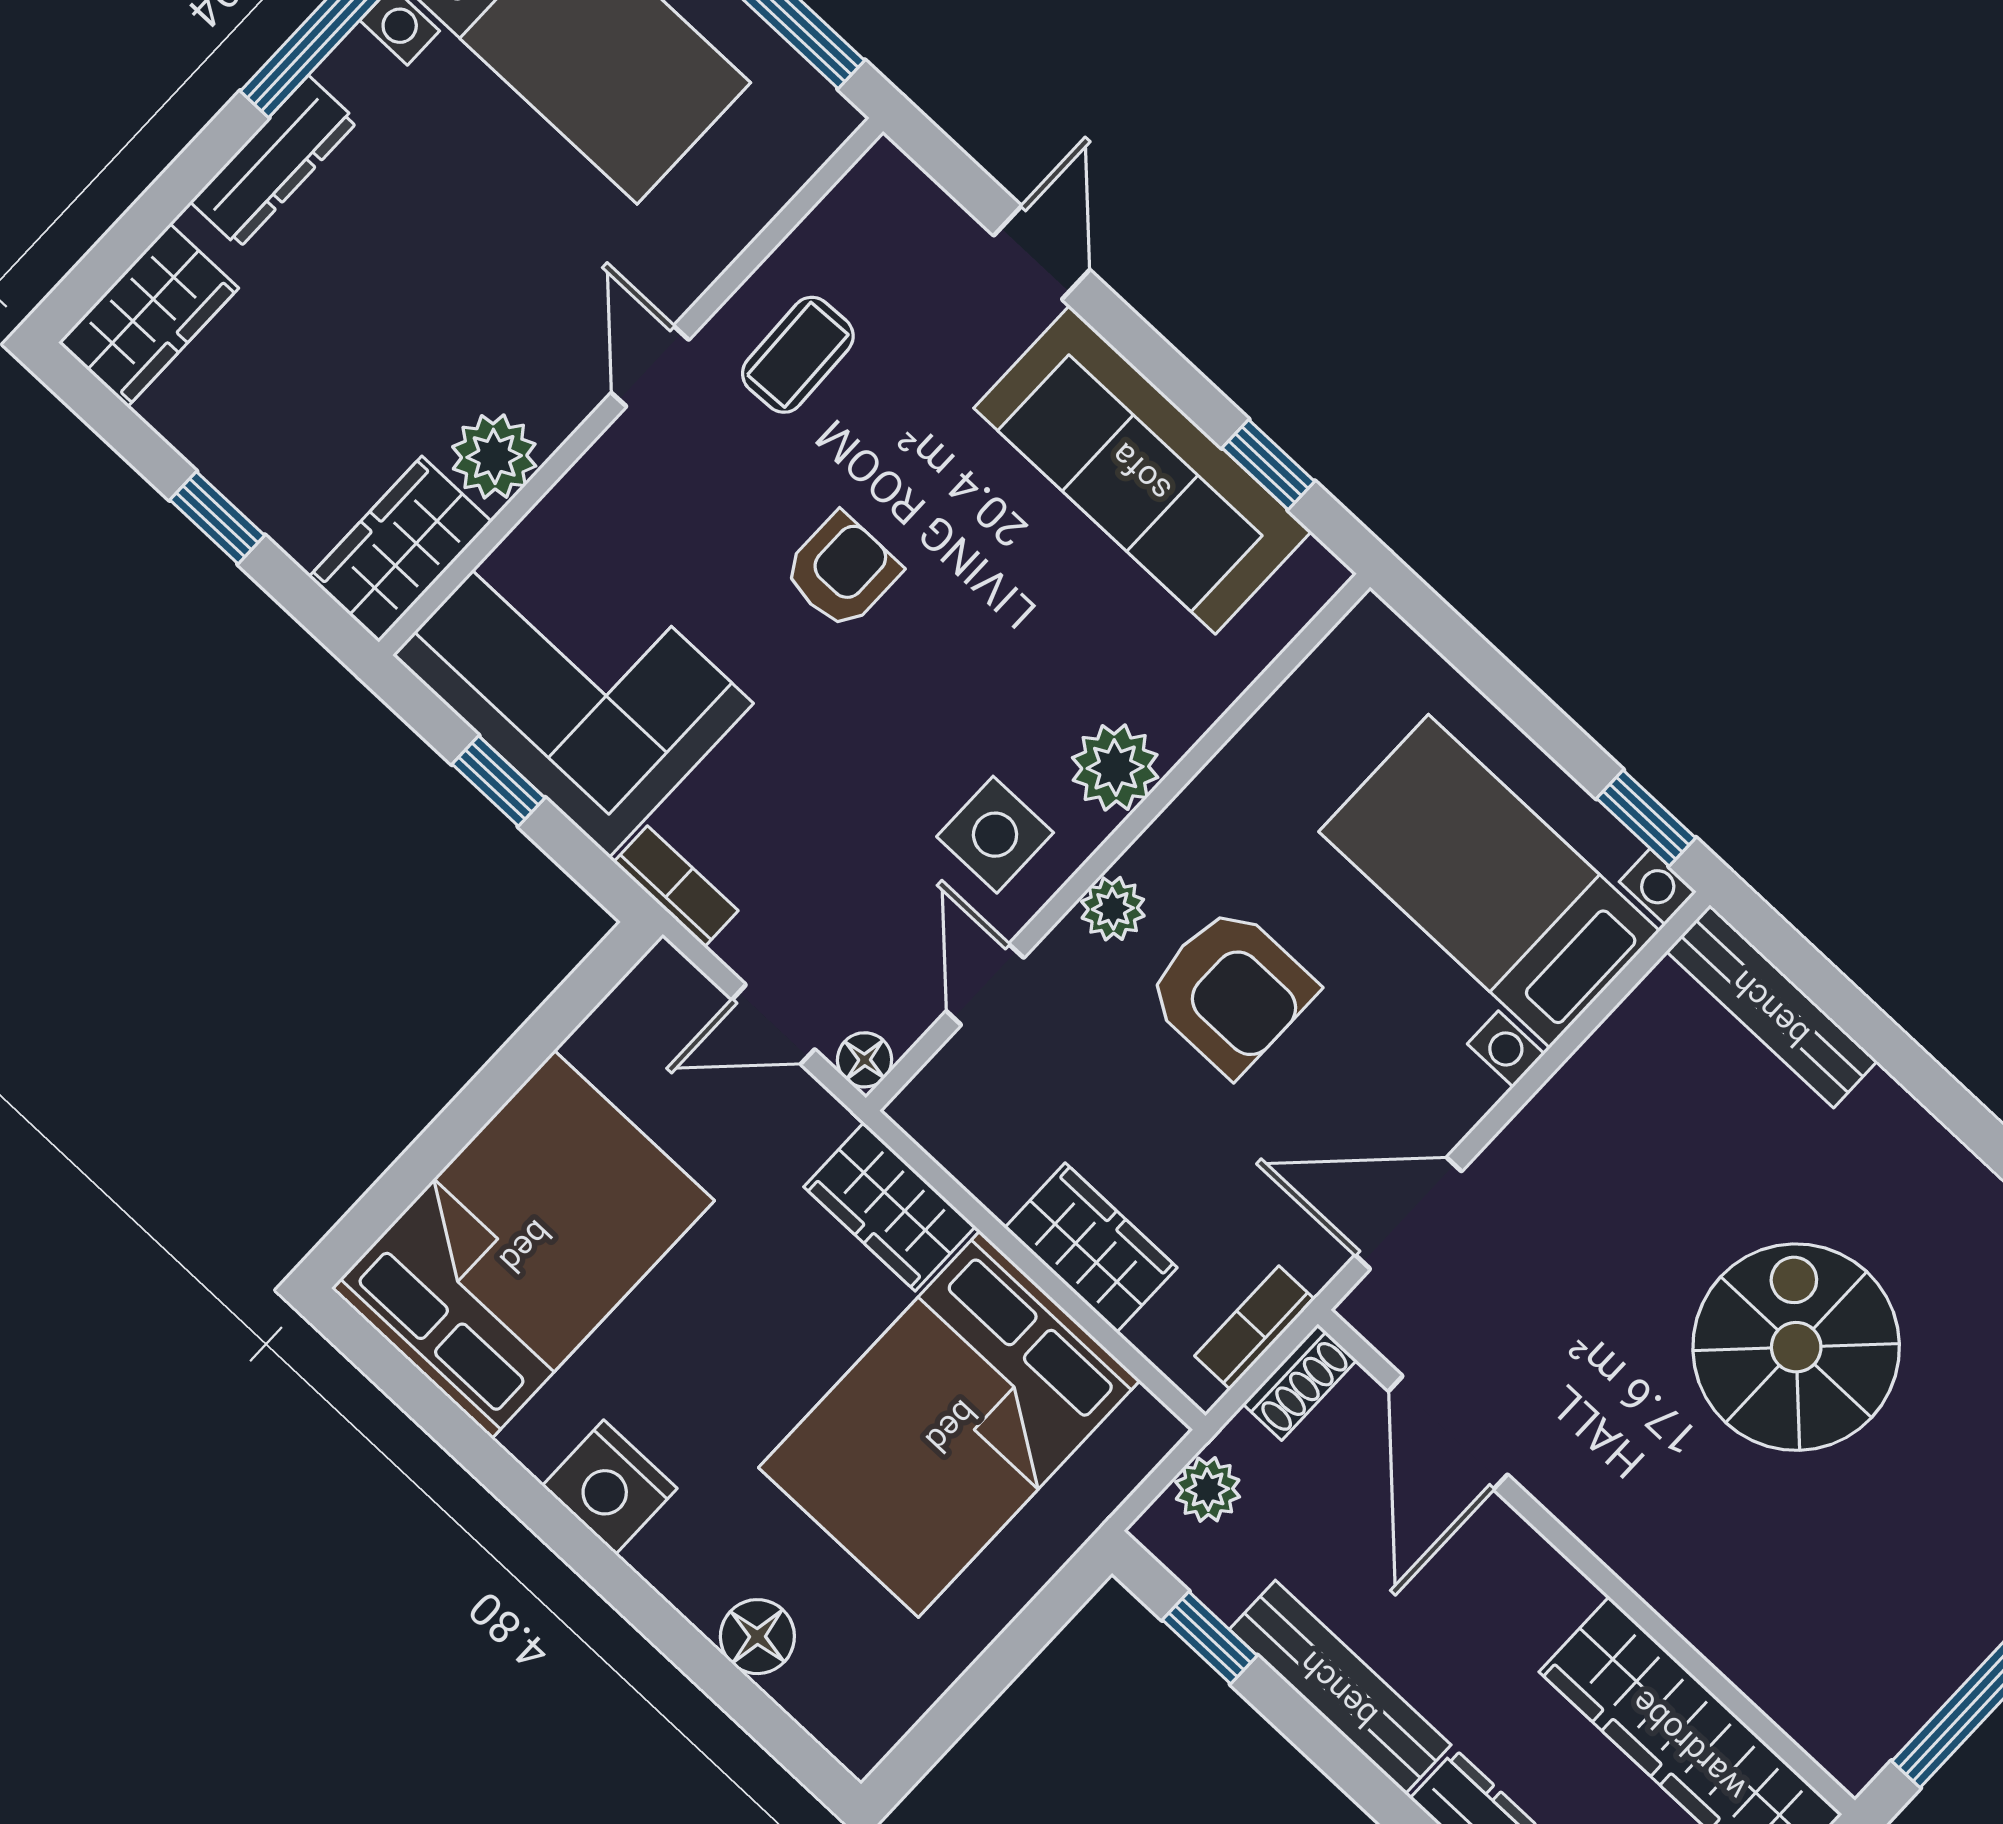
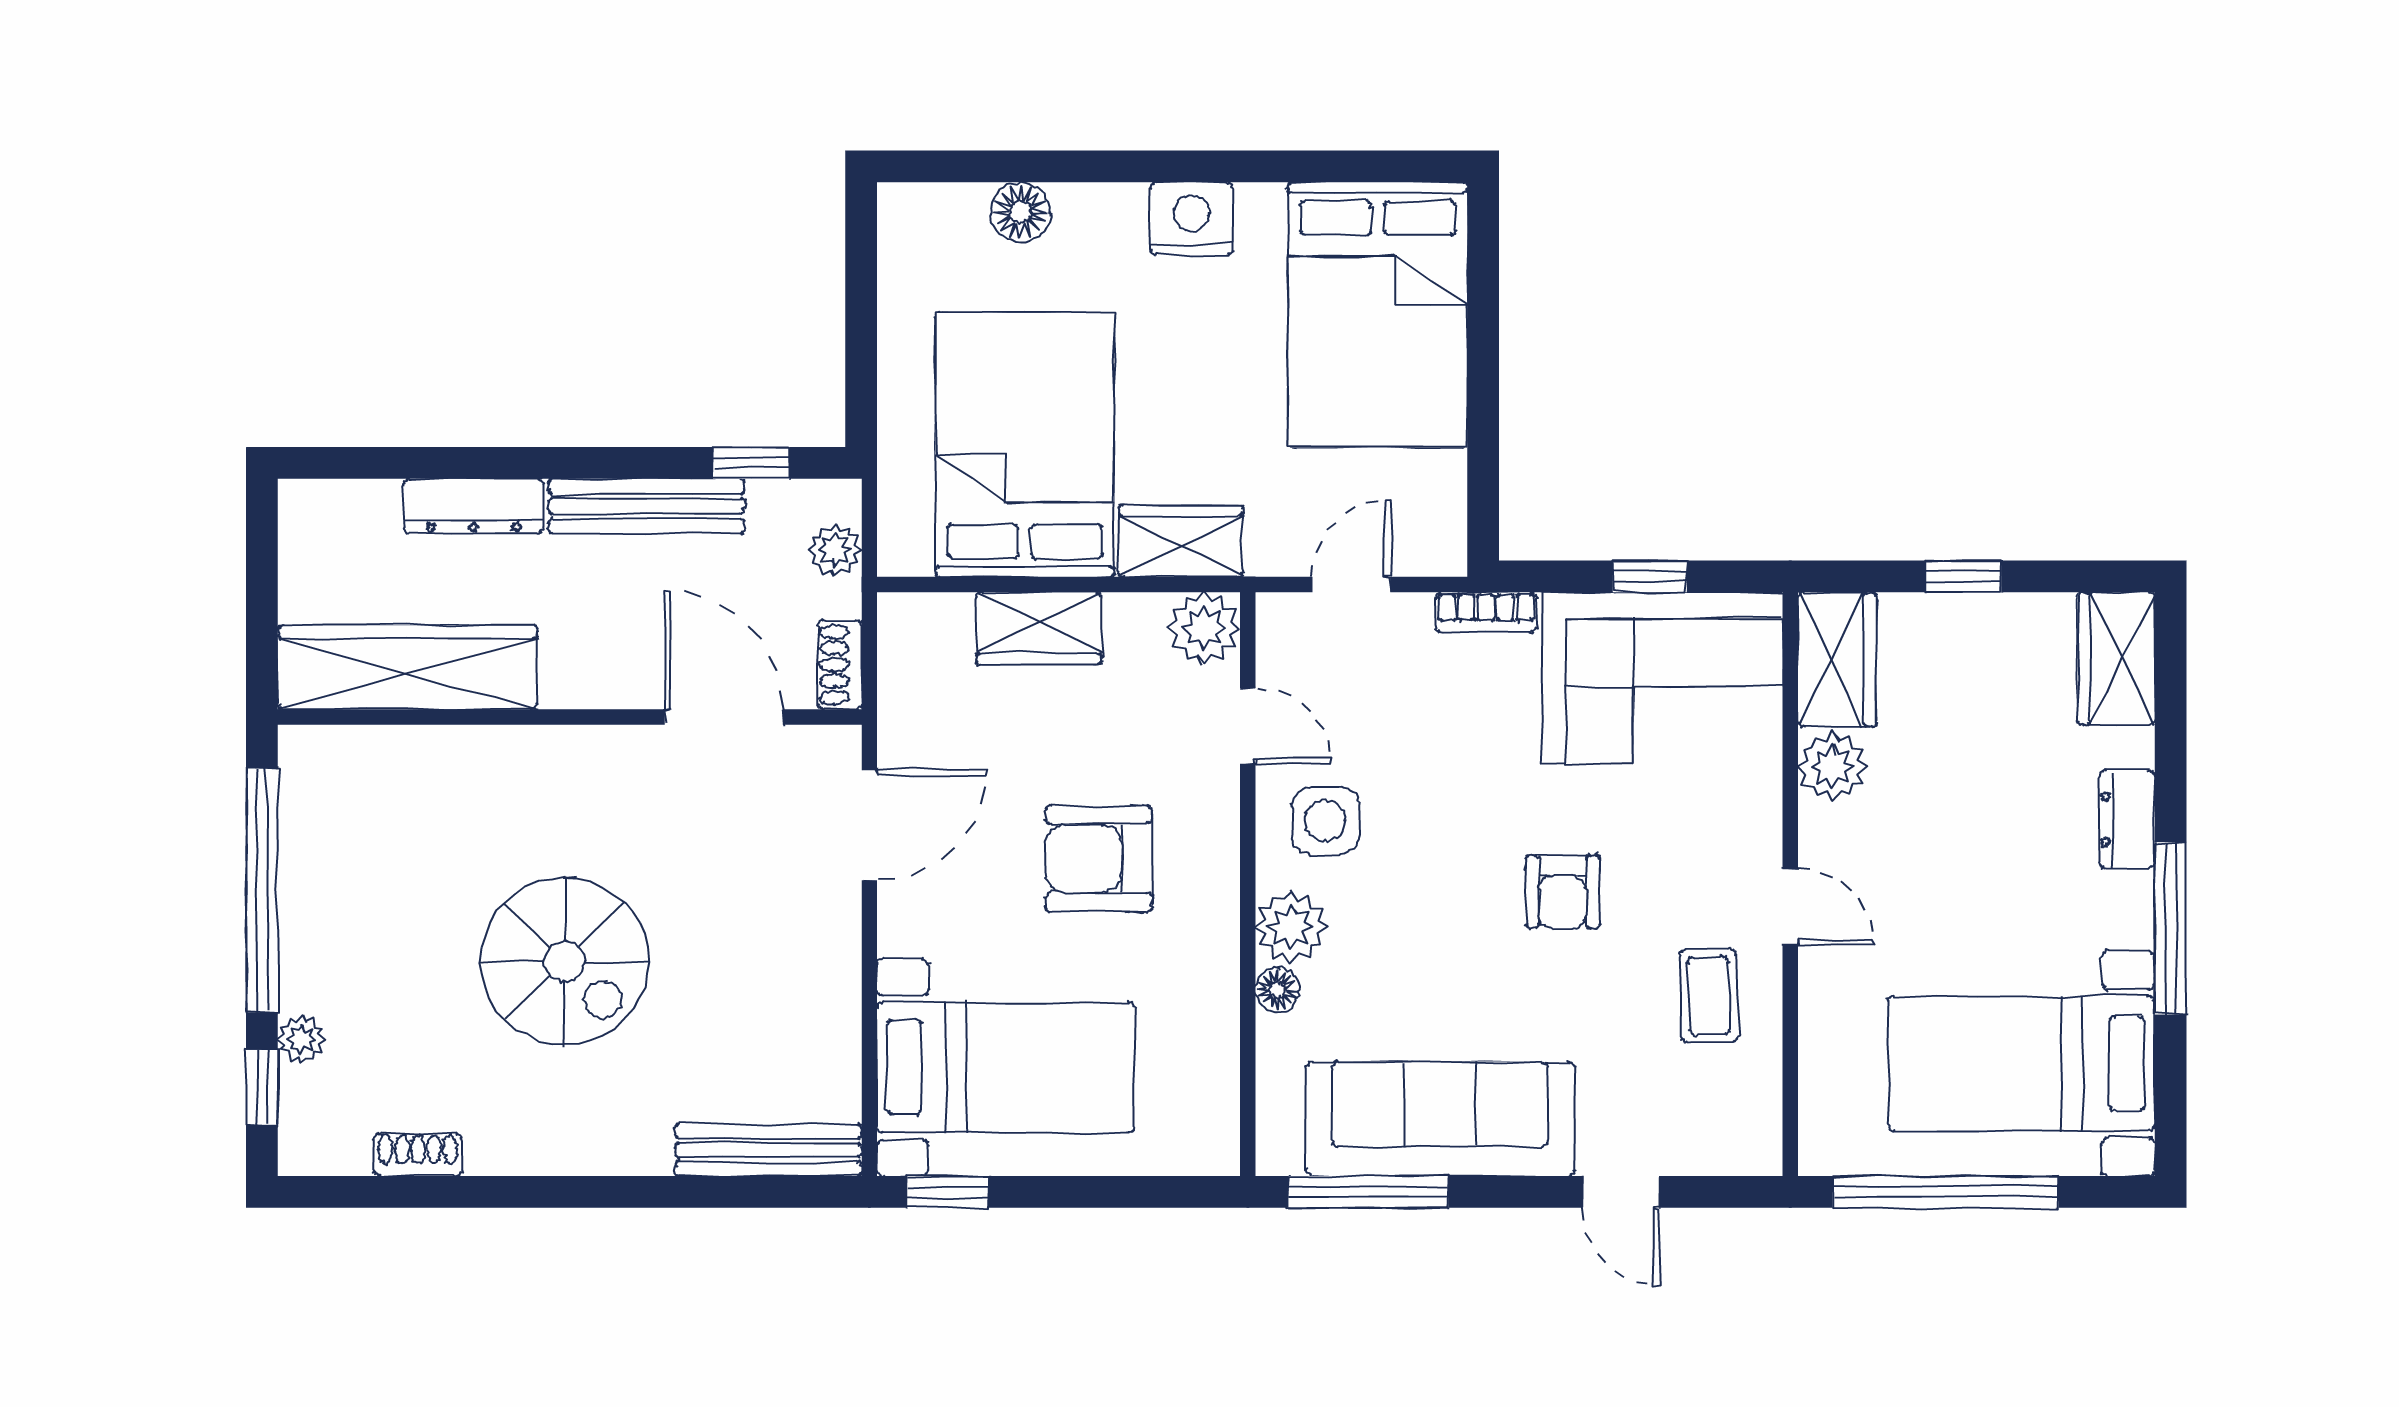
dresser: (274, 162) -> (2127, 819), width x0.70
window: (1268, 465) -> (1368, 1192), width x2.17
plant: (1113, 909) -> (1204, 628), moved, width x1.38, depth x1.38
floor lamp: (865, 1060) -> (1277, 990), moved
bookcase: (1255, 1328) -> (897, 672), removed

